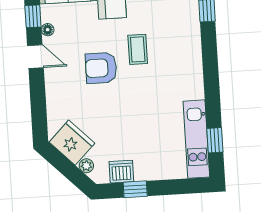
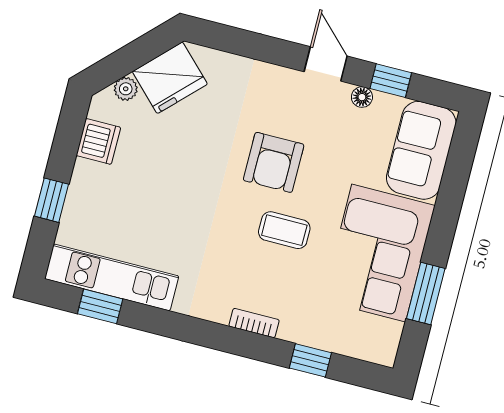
bookcase: (196, 50) -> (254, 323), added
door: (35, 57) -> (326, 64), swing flipped
armchair: (101, 68) -> (274, 162), turned 180
window: (135, 189) -> (51, 200), moved

